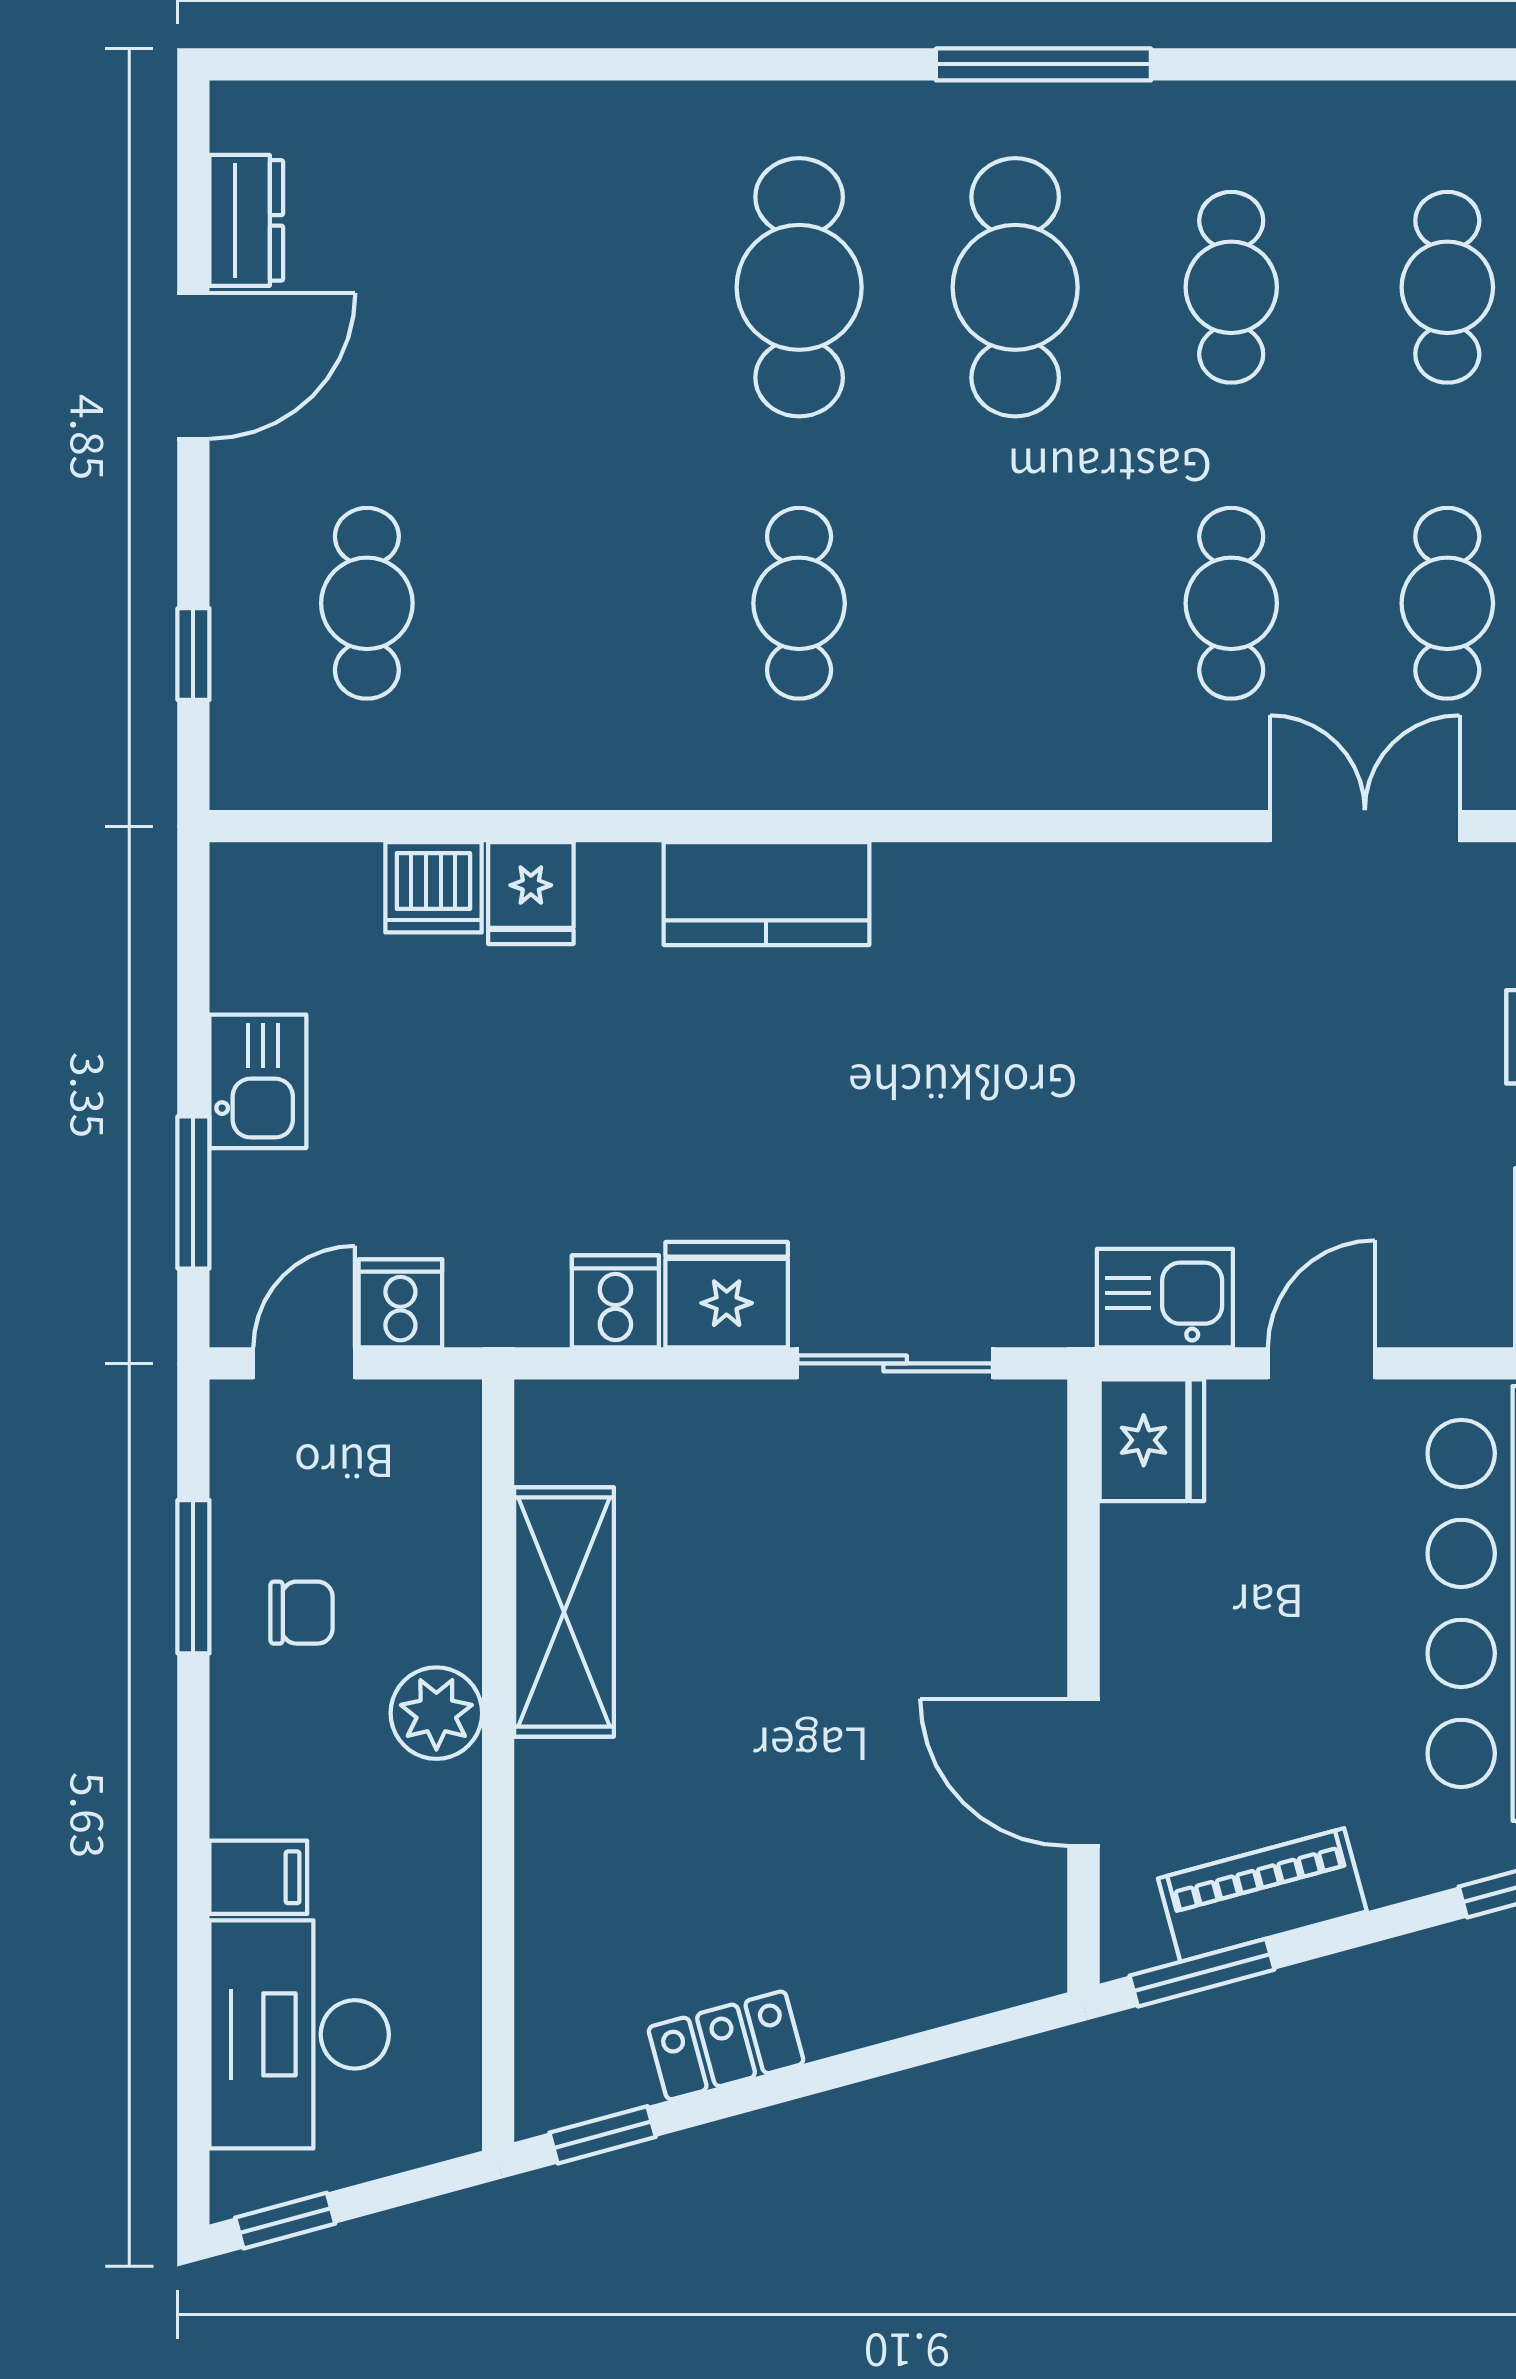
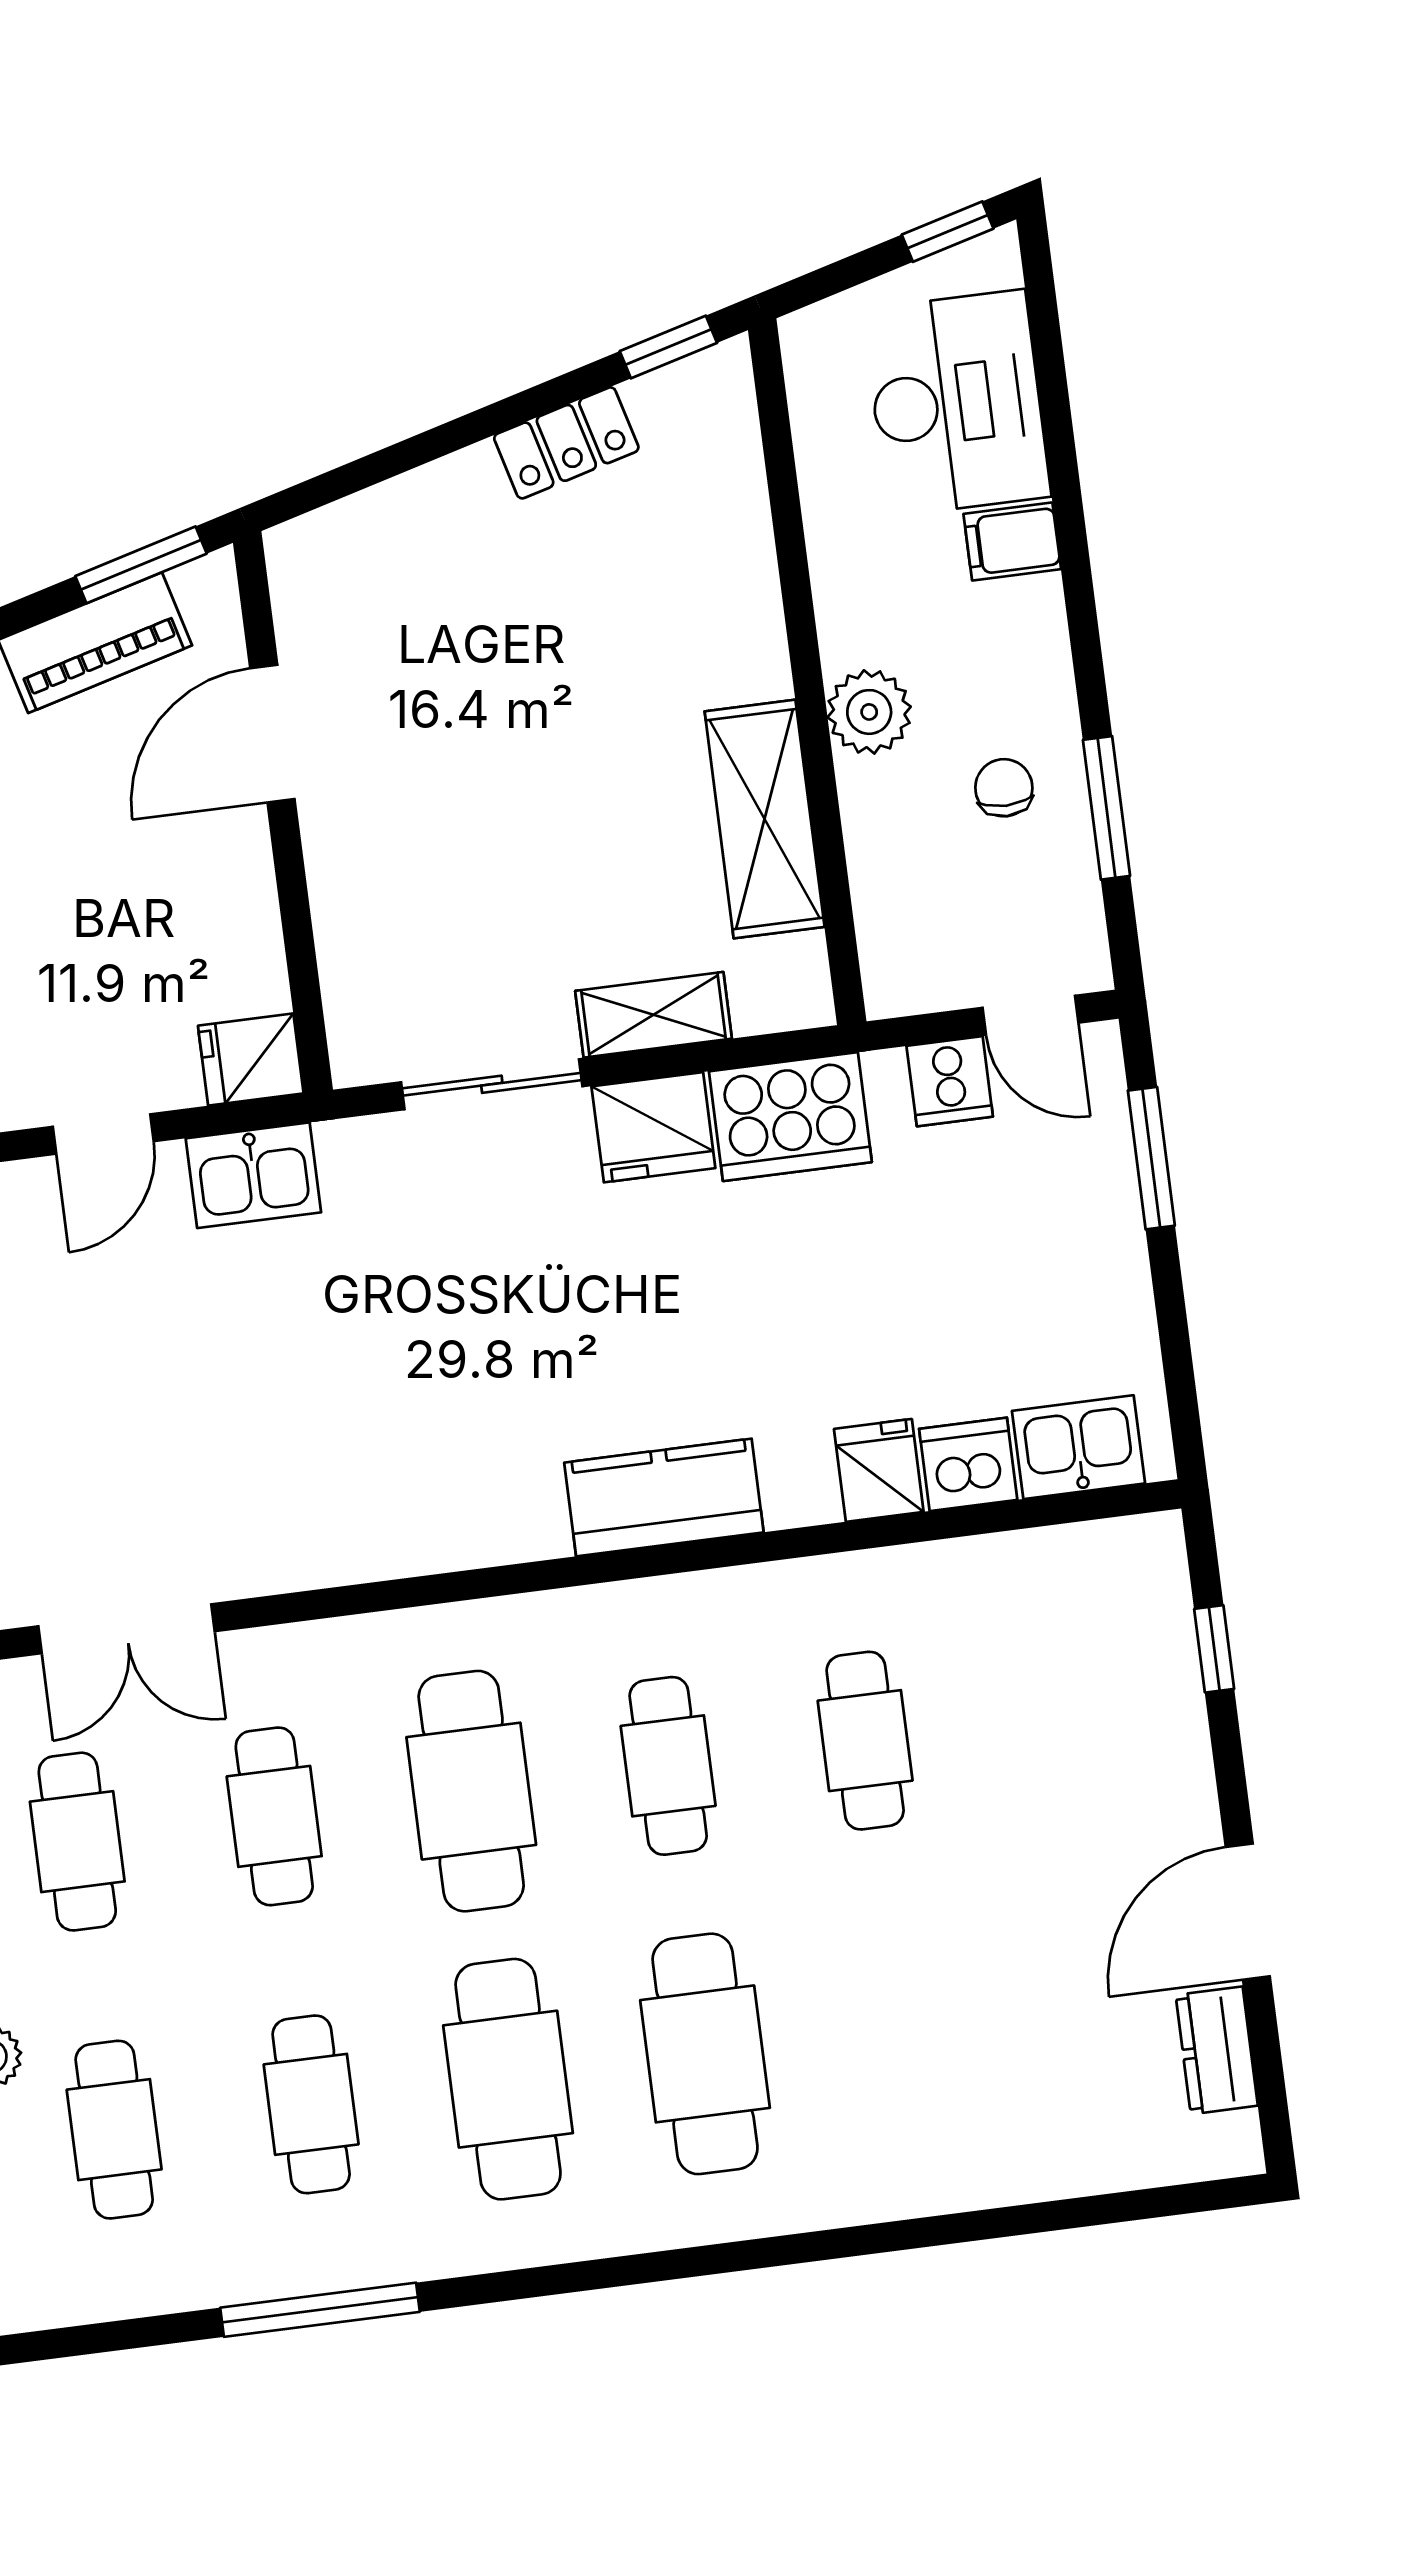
window: (1043, 64) -> (320, 2310), moved
cafe table: (367, 603) -> (865, 1741), moved
cafe table: (1015, 603) -> (471, 1791), added
kitchen sink: (258, 1081) -> (1078, 1447), moved, turned 90
cooker: (615, 1301) -> (790, 1117), width x1.87, depth x1.31
door: (304, 1363) -> (1030, 1015), hinge flipped
shelving: (711, 1416) -> (653, 1015), added
fridge: (1152, 1440) -> (251, 1060), width x0.72
chair: (301, 1613) -> (1004, 788), turned 90
door: (1084, 1772) -> (272, 734), swing flipped

